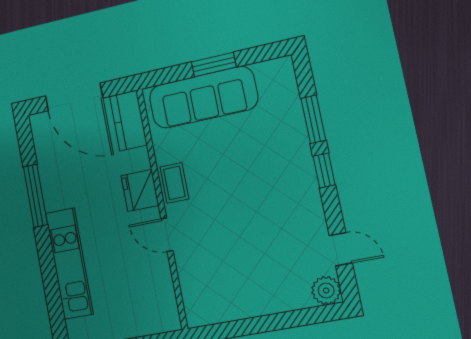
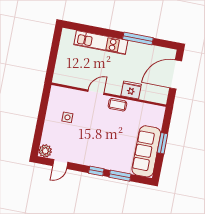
sofa: (203, 97) -> (146, 151), moved
kitchen counter: (128, 120) -> (154, 95), removed
fridge: (140, 190) -> (131, 90), moved
side table: (239, 272) -> (67, 117), added

